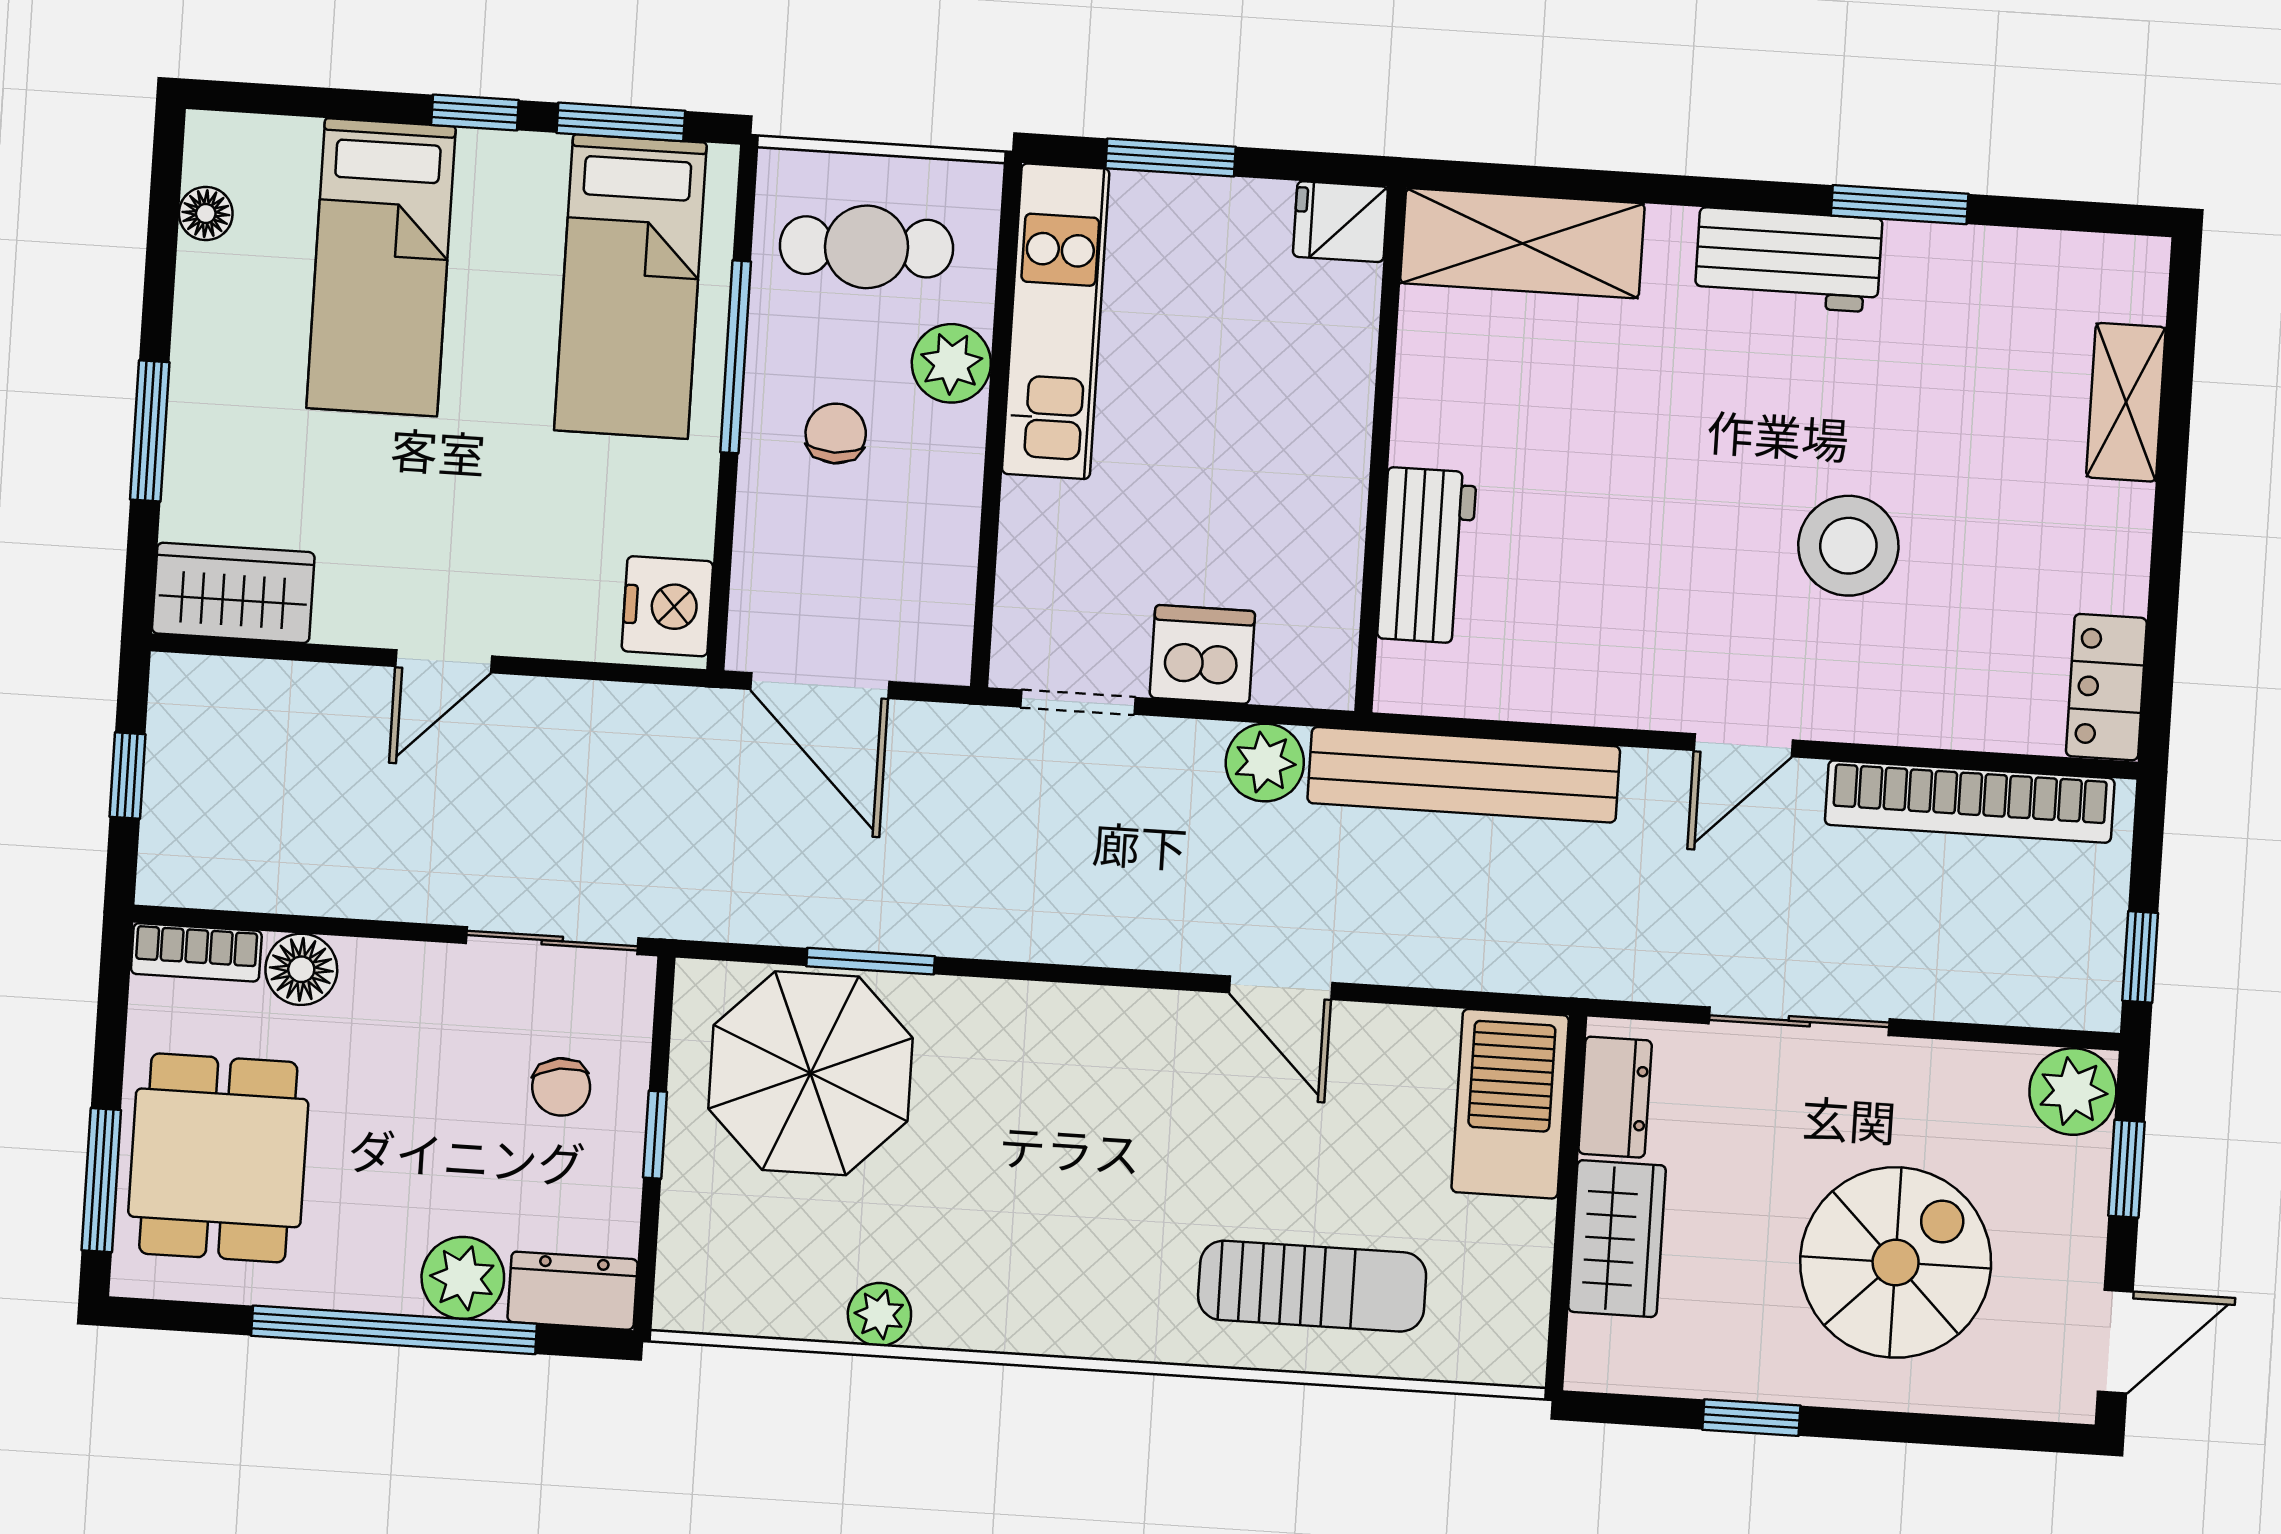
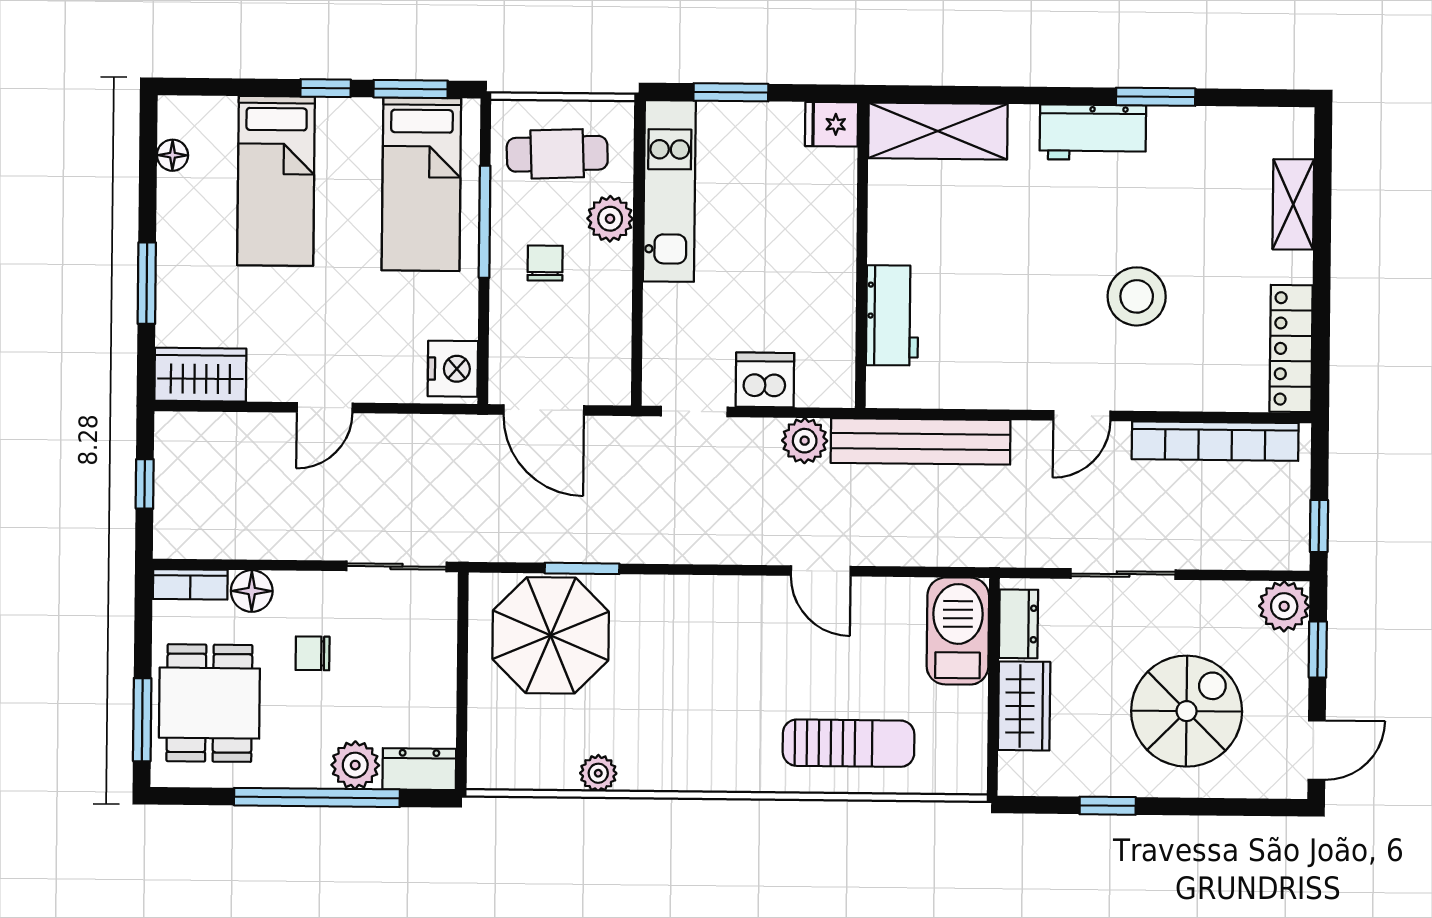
locker: (2106, 687) -> (1291, 348), width x1.53
chair: (561, 1087) -> (313, 653), moved, turned 98
window: (655, 1135) -> (462, 676), removed

